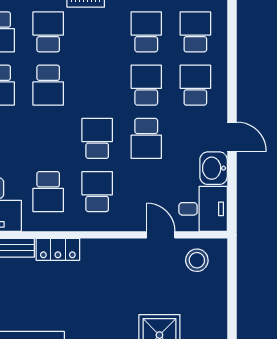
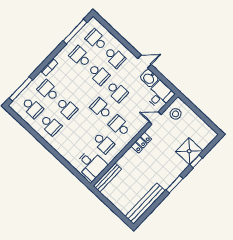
school desk: (146, 85) -> (99, 74), turned 180
school desk: (195, 85) -> (115, 57), turned 180
locker: (58, 249) -> (141, 143), moved

